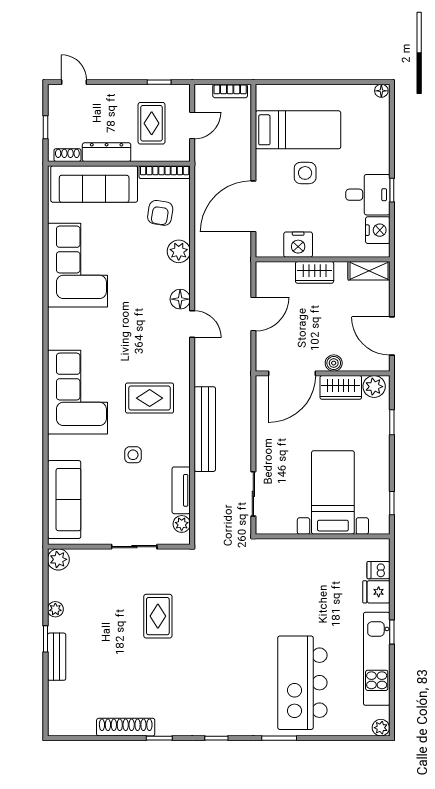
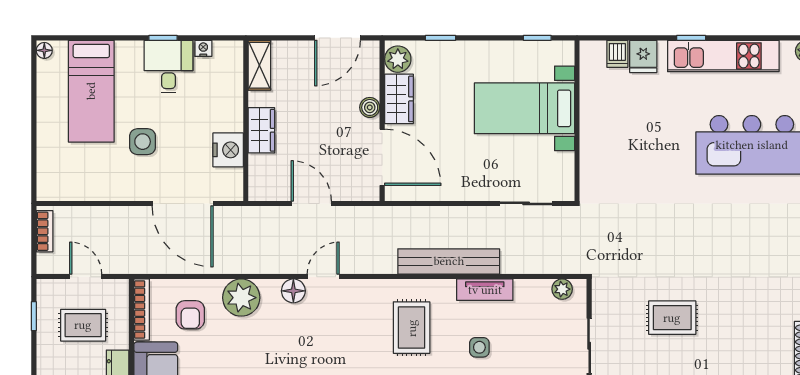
bed: (298, 130) -> (91, 91), moved, turned 180
armchair: (160, 213) -> (190, 315), turned 81
nightstand: (378, 230) -> (203, 48), width x0.53, depth x0.56
plant: (179, 251) -> (241, 298), width x1.36, depth x1.36
tv unit: (181, 490) -> (485, 290), moved

